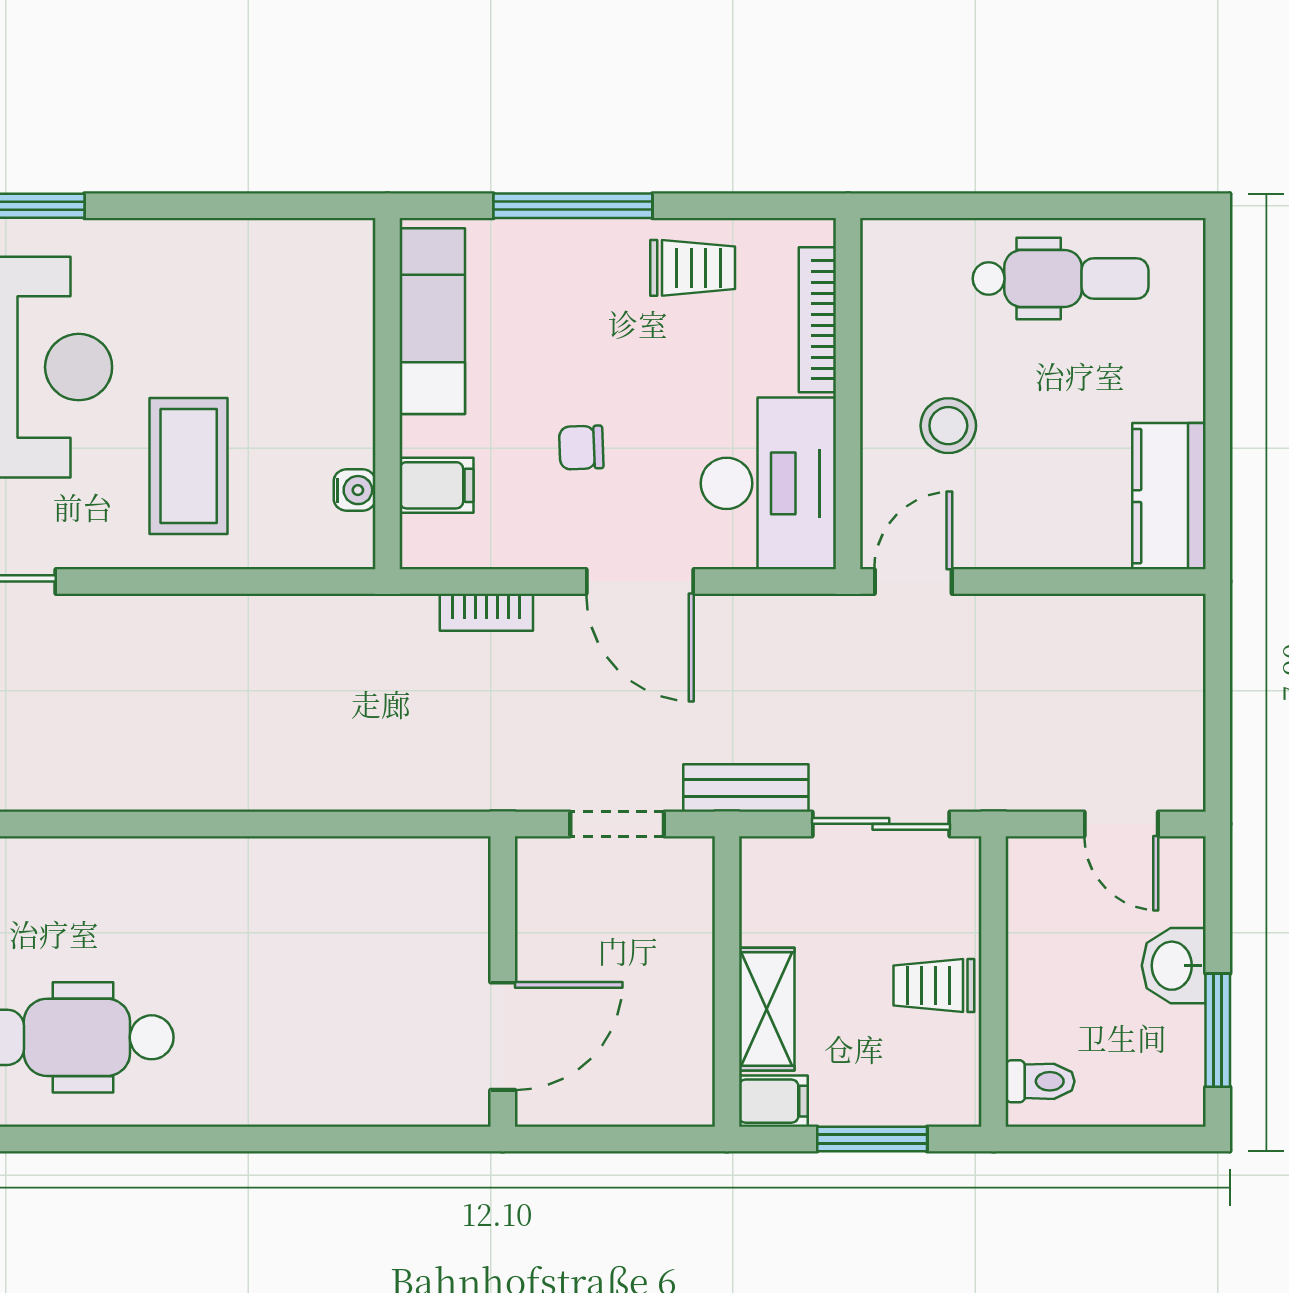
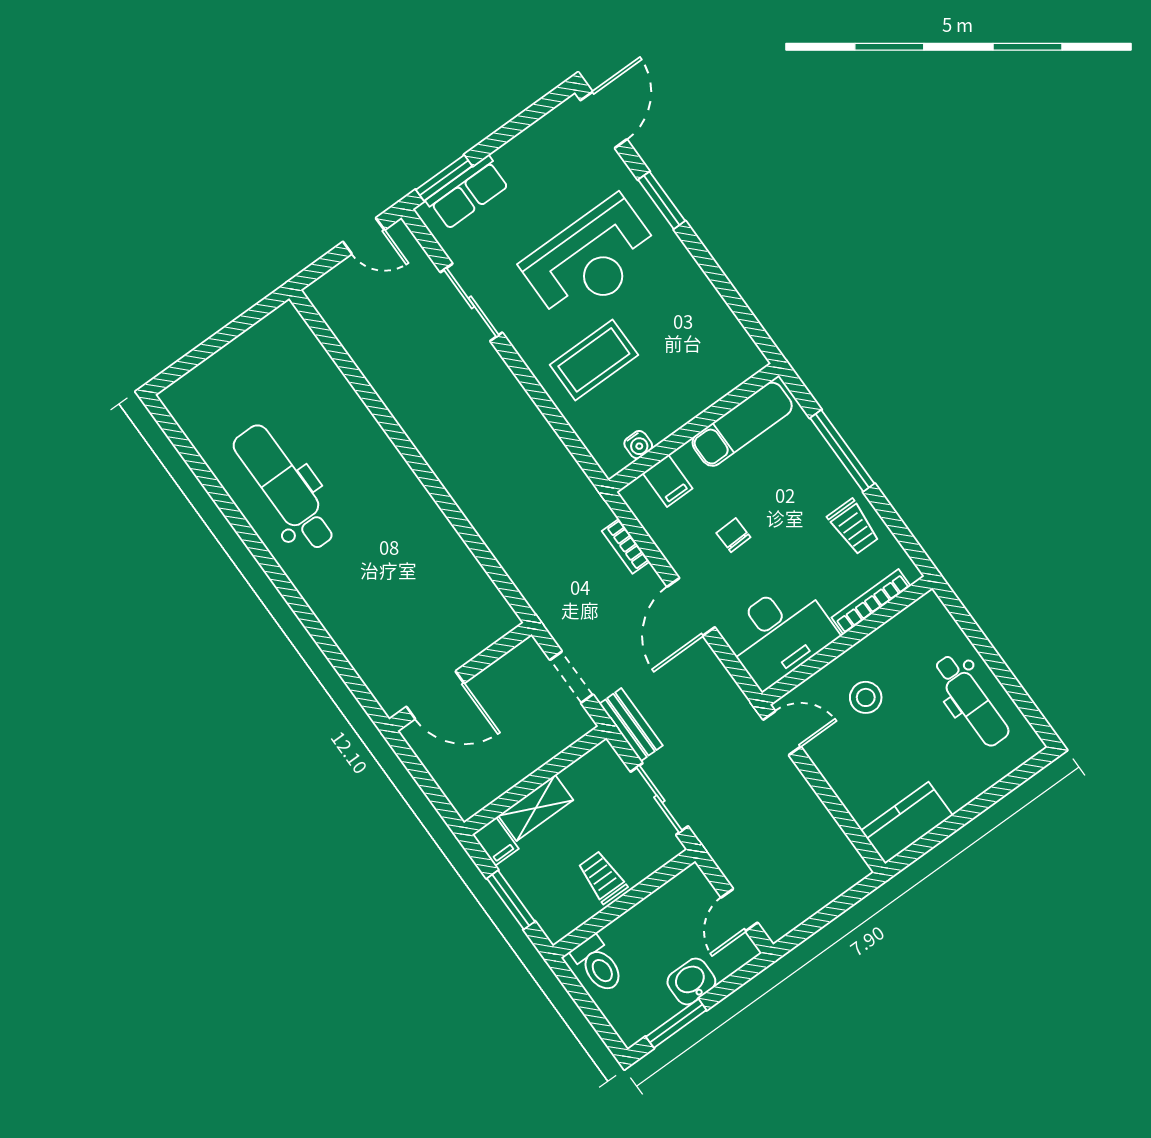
toilet: (1040, 1081) -> (598, 964), width x1.37, depth x1.39

